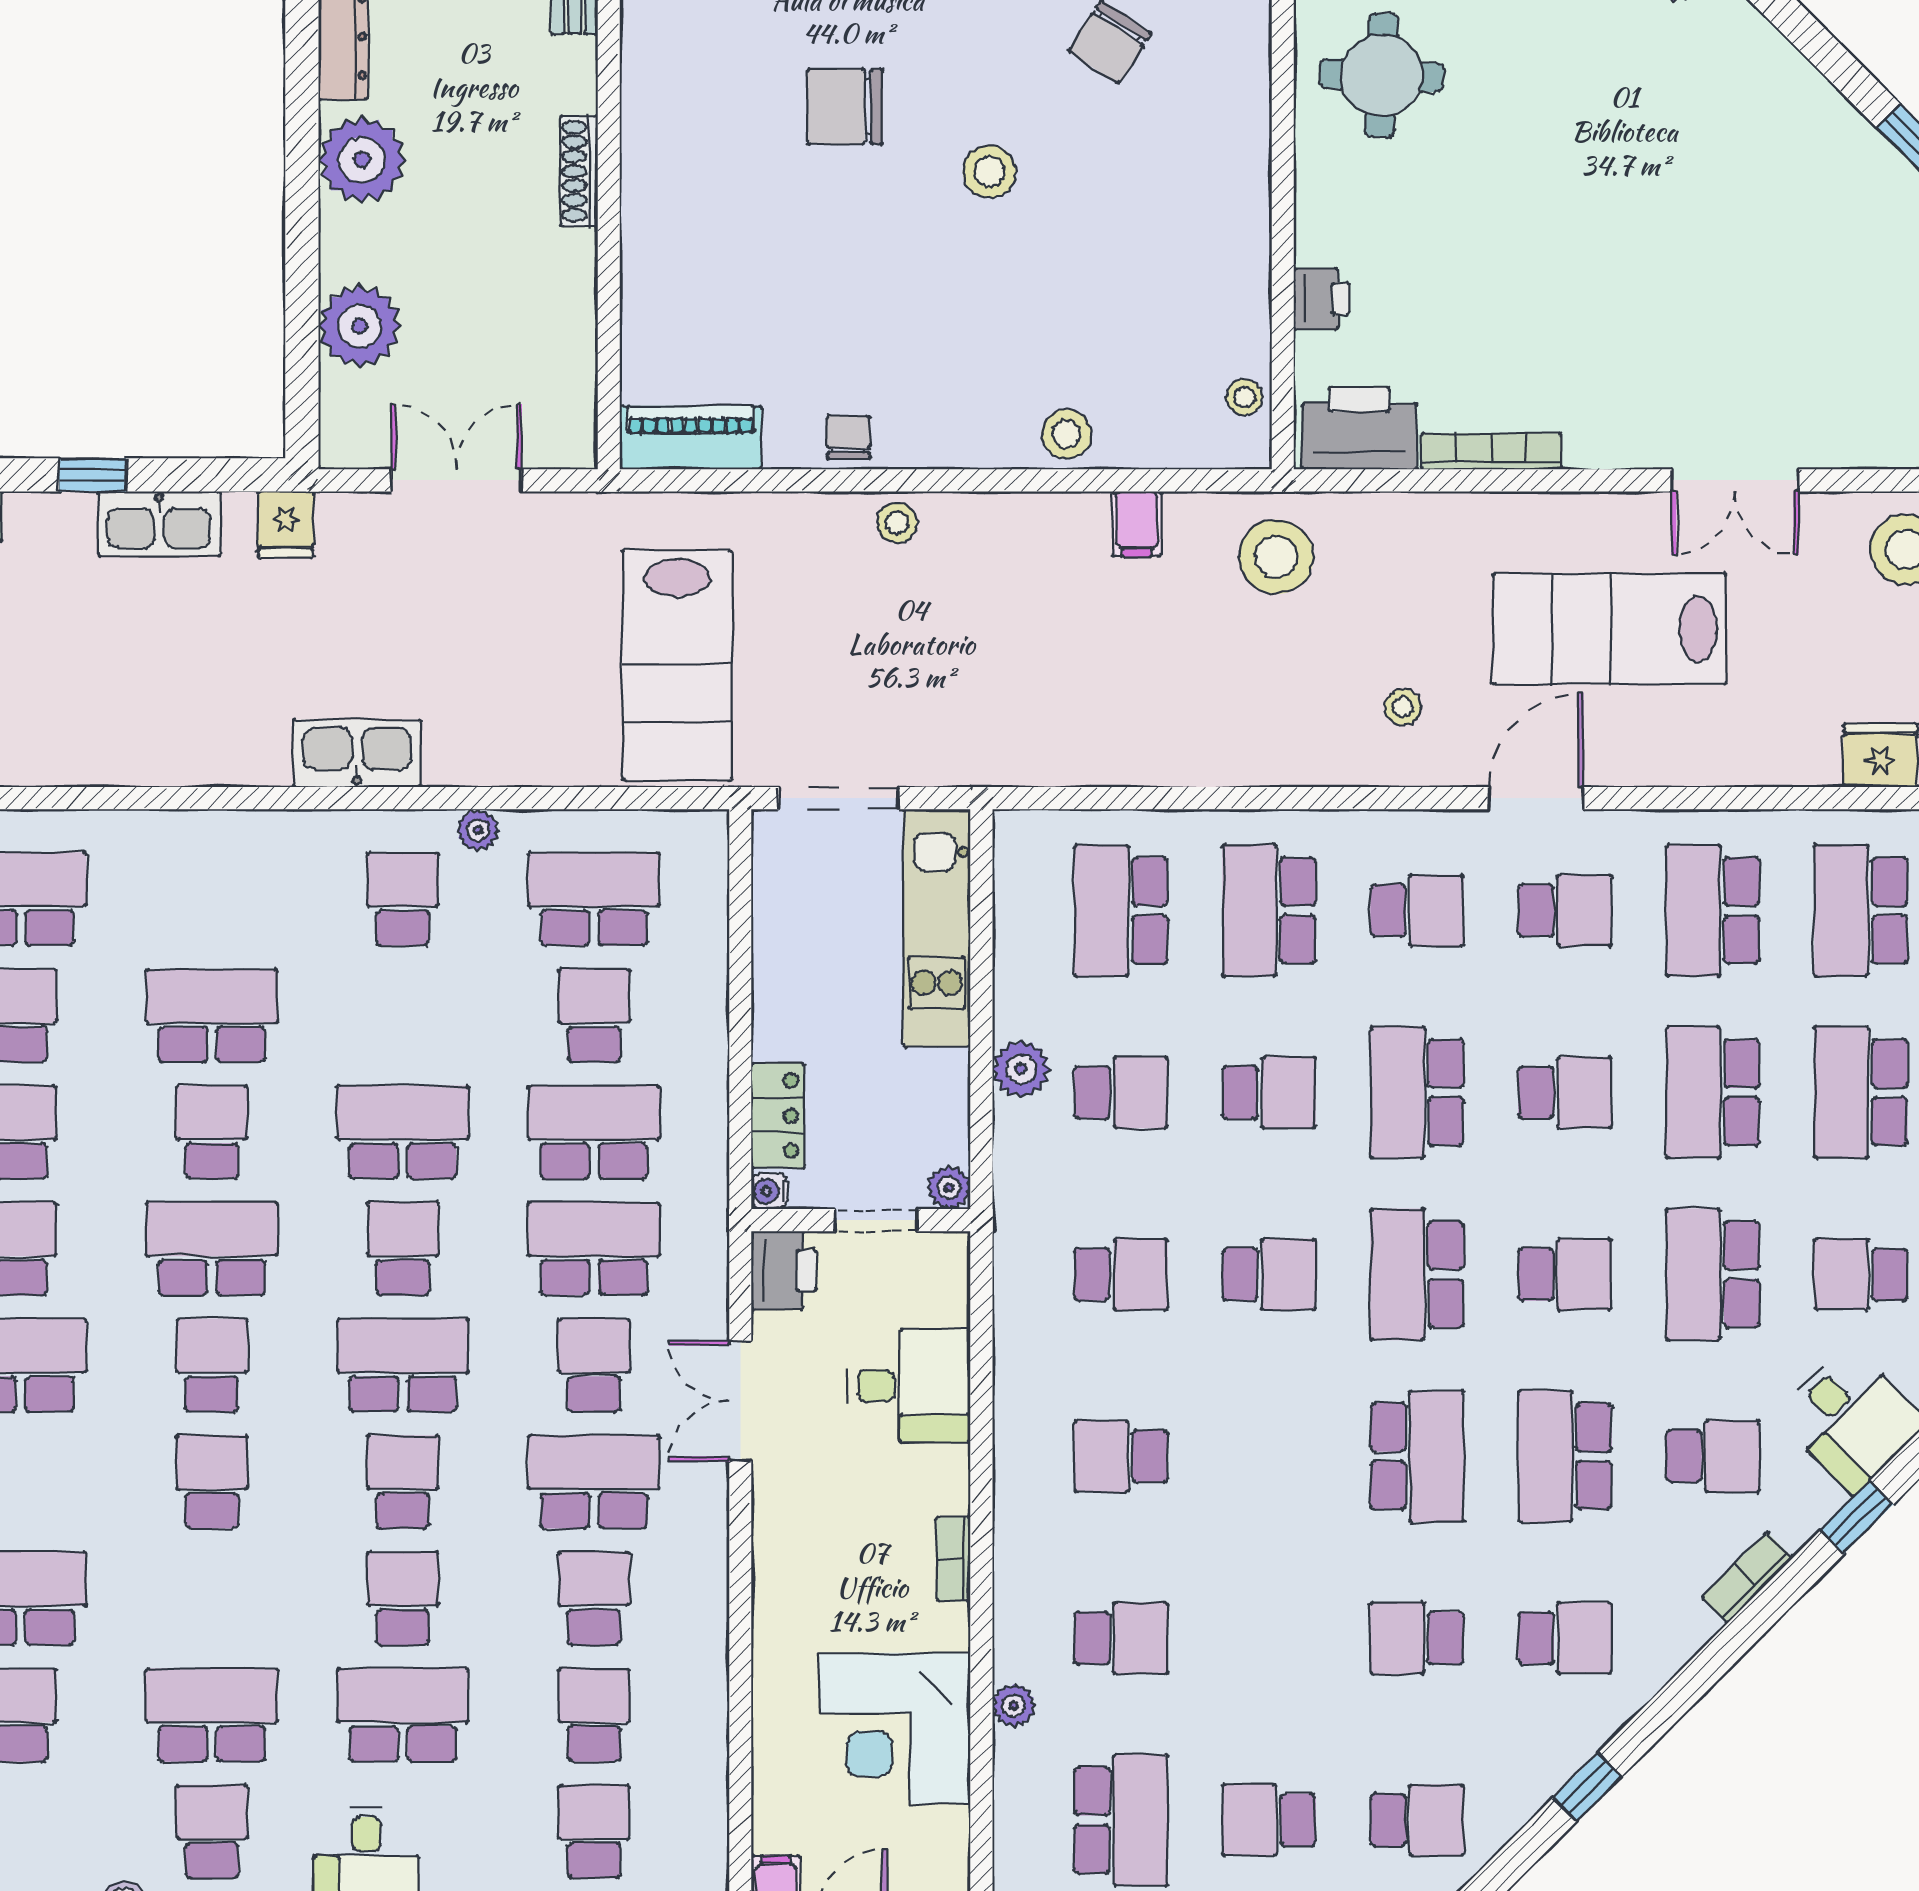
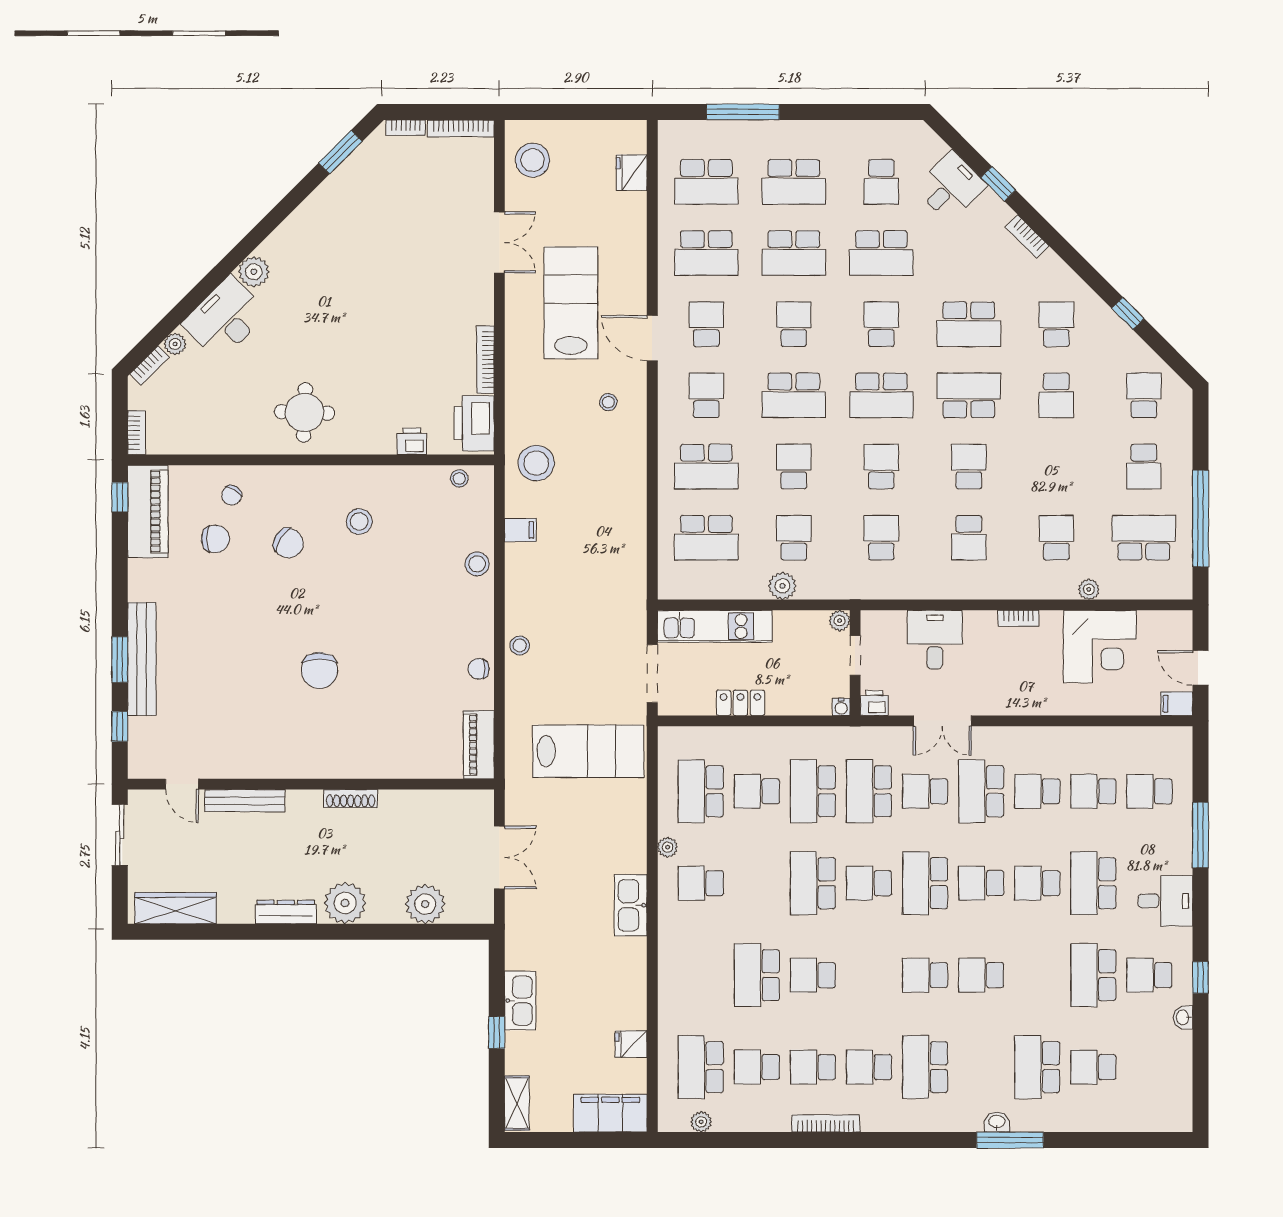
stool: (989, 172) -> (359, 522), moved
double door: (456, 480) -> (499, 857), swing flipped
fridge: (286, 524) -> (631, 1044), moved, turned 180
lab bench: (1609, 629) -> (571, 303), turned 180
locker: (778, 1116) -> (740, 703), moved
school desk: (212, 1249) -> (869, 975), removed
printer: (784, 1270) -> (874, 703), width x0.73, depth x0.81
school desk: (1713, 1456) -> (969, 467), moved

